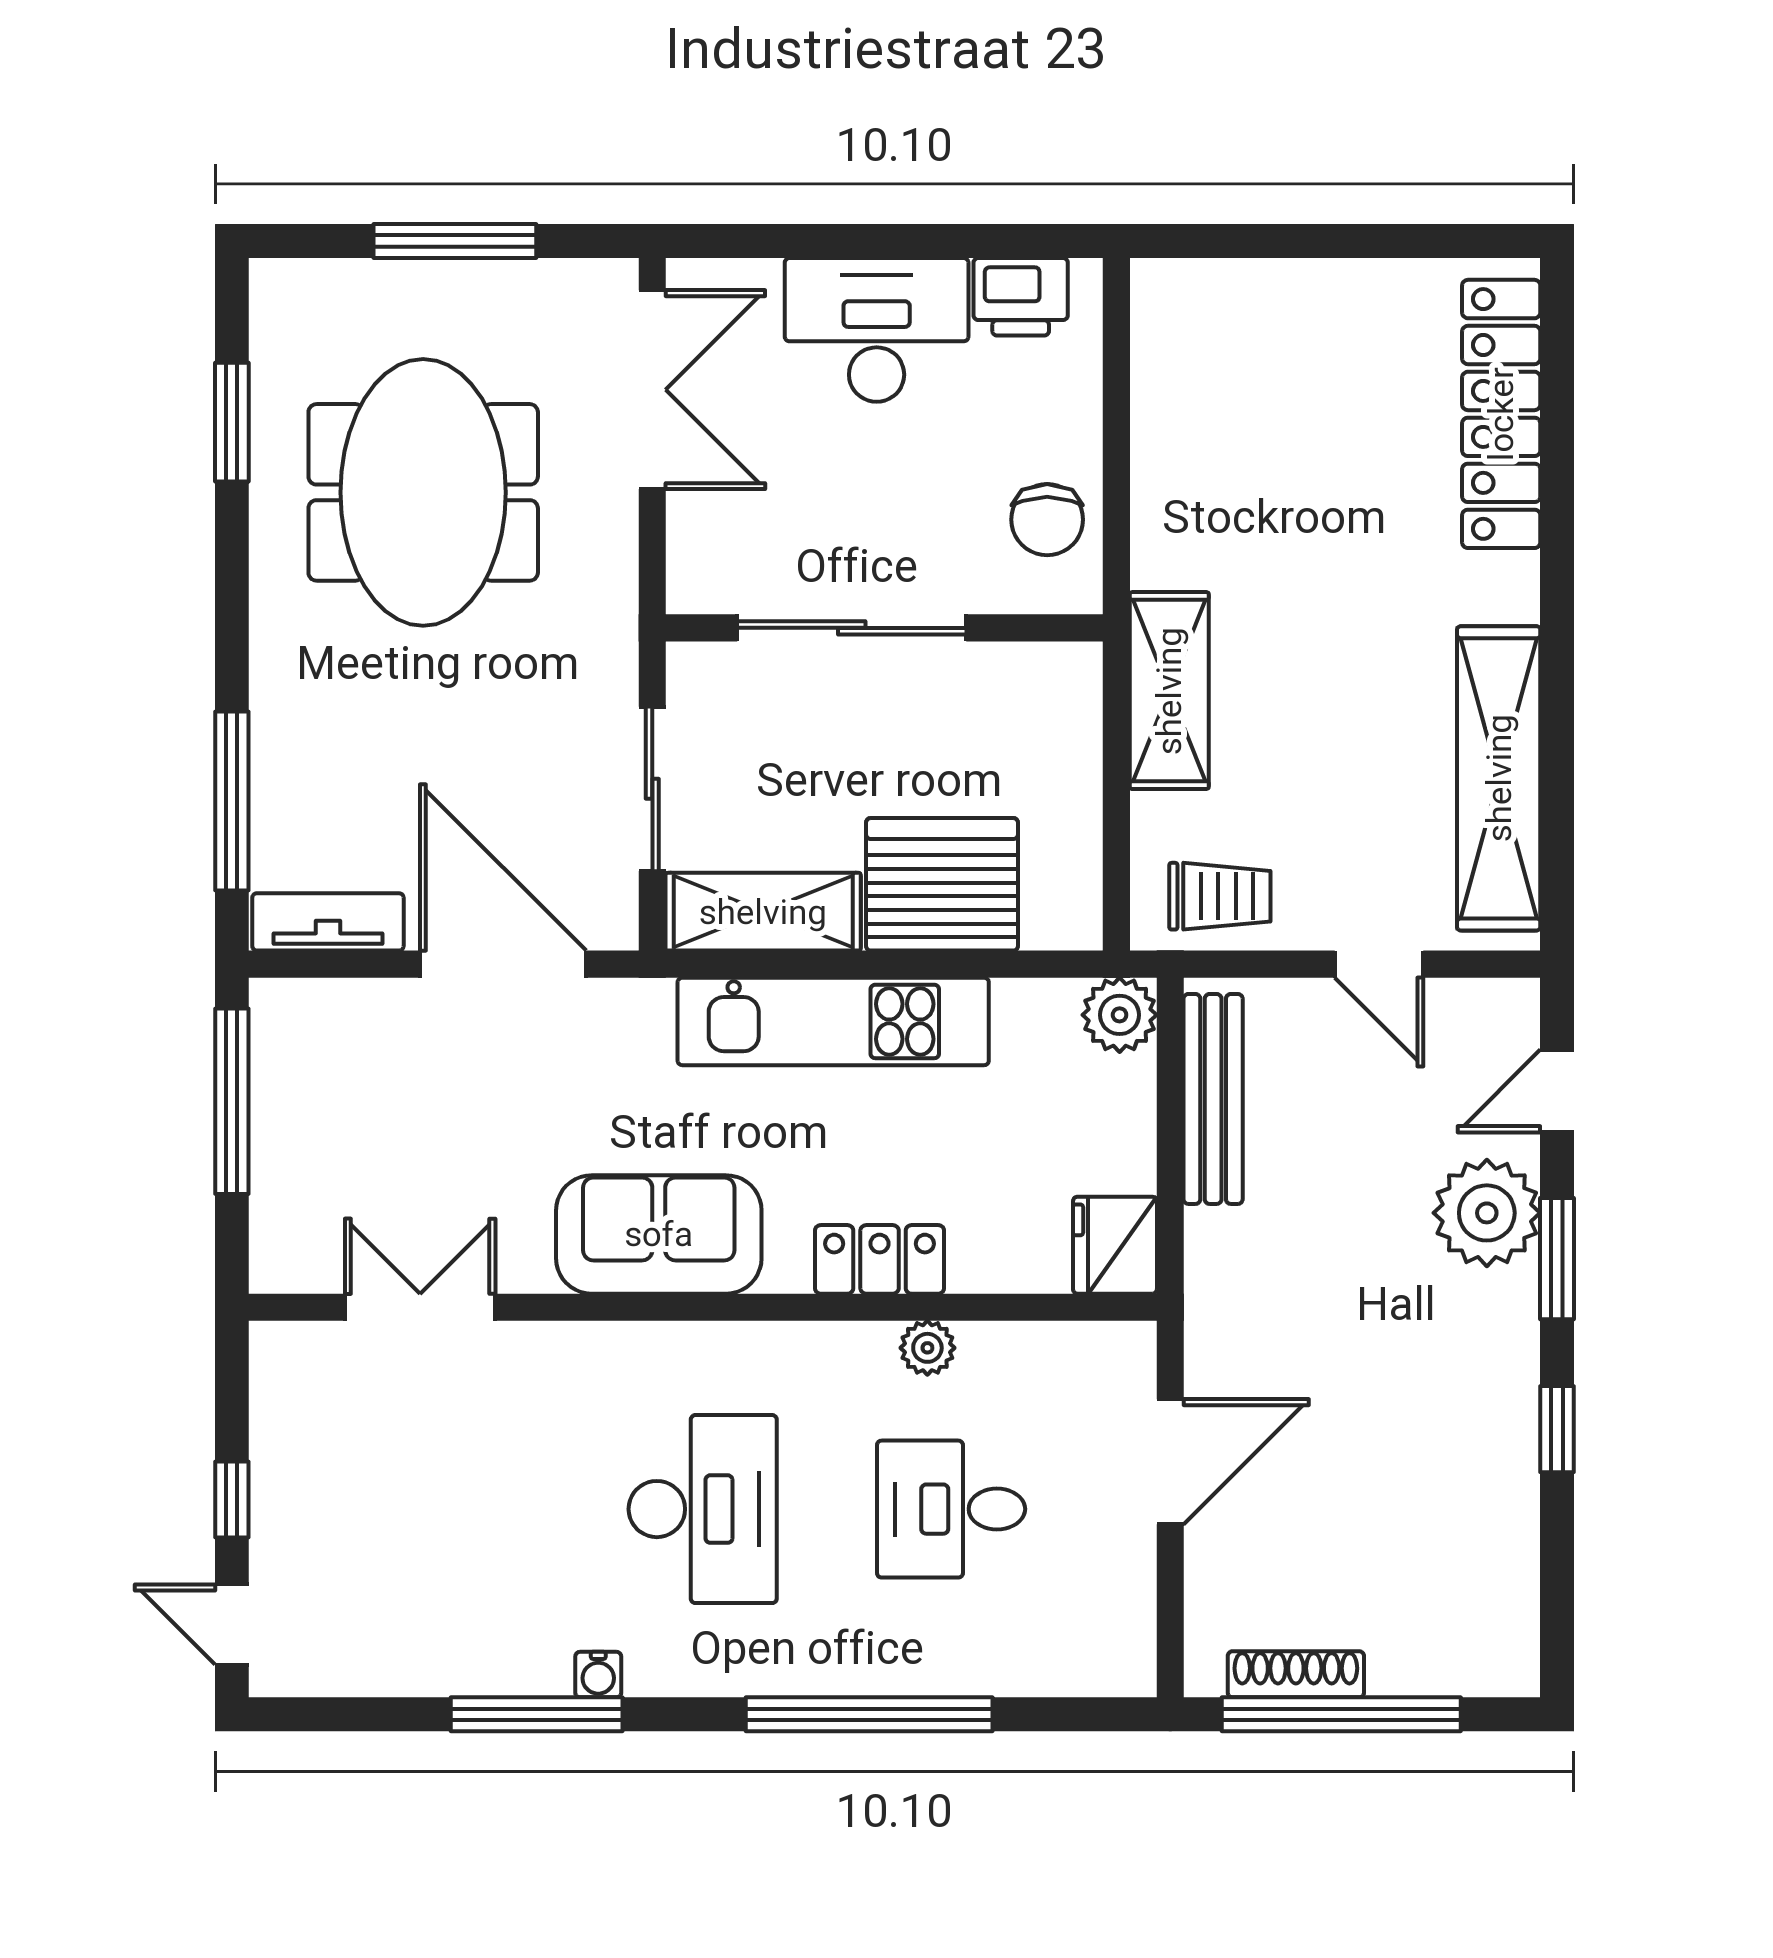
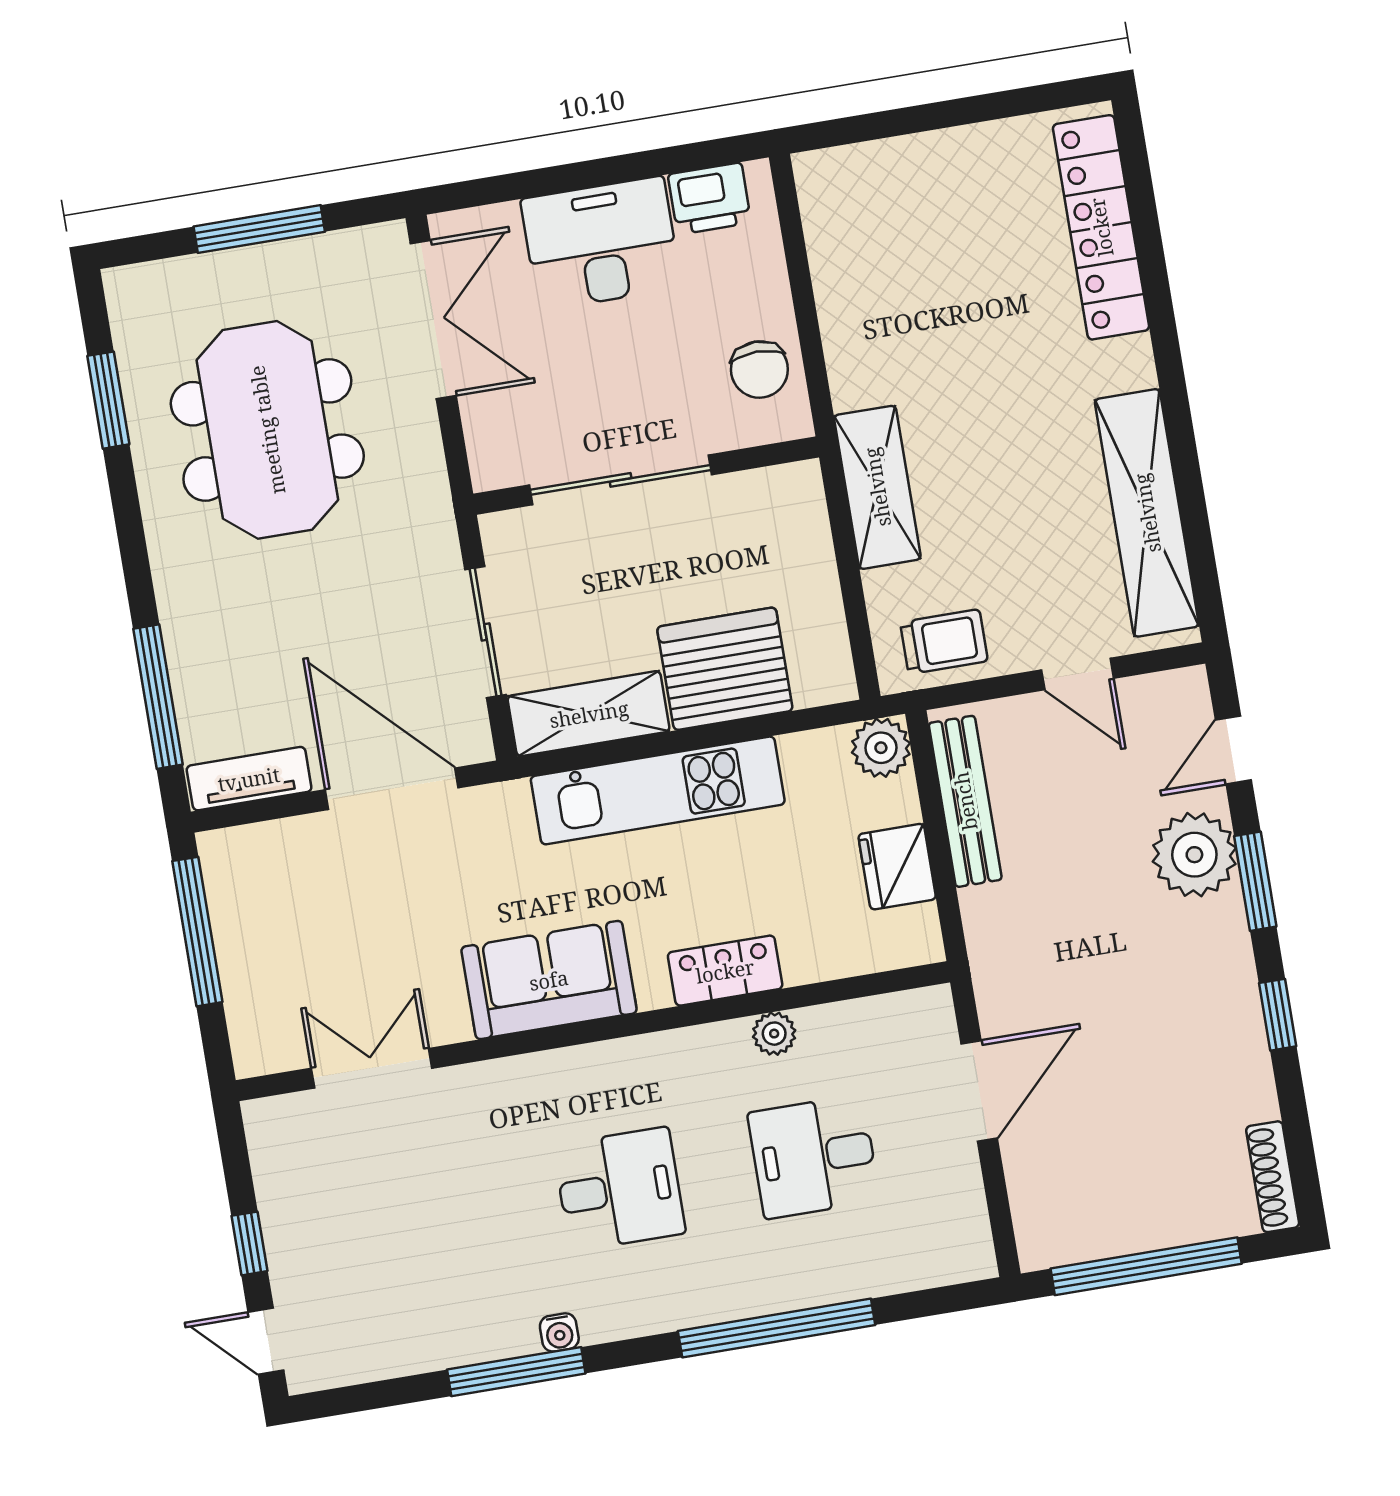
fridge: (1115, 1245) -> (897, 867), moved
desk: (703, 1509) -> (619, 1189), width x0.73
shoe rack: (1296, 1674) -> (1273, 1177), moved, turned -90

